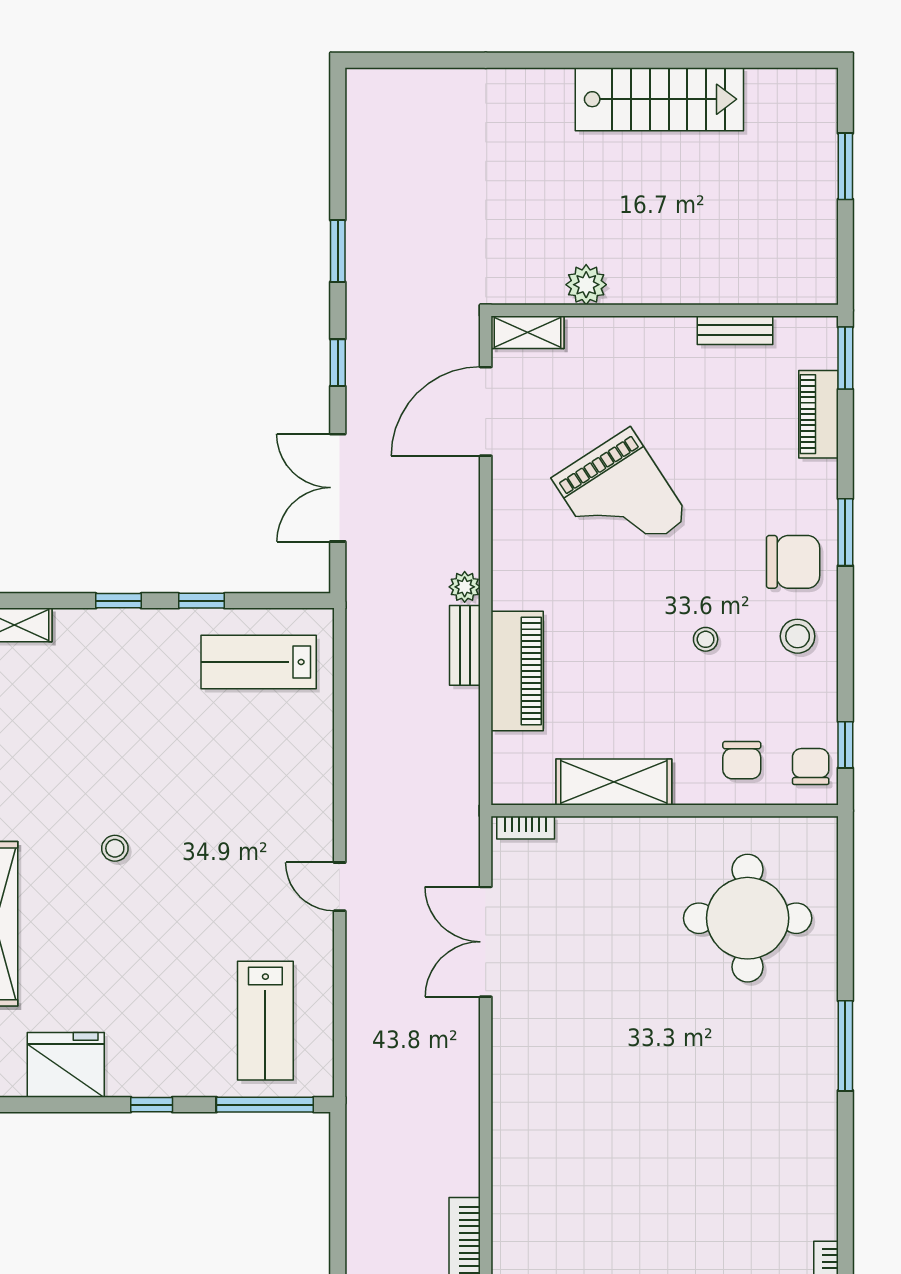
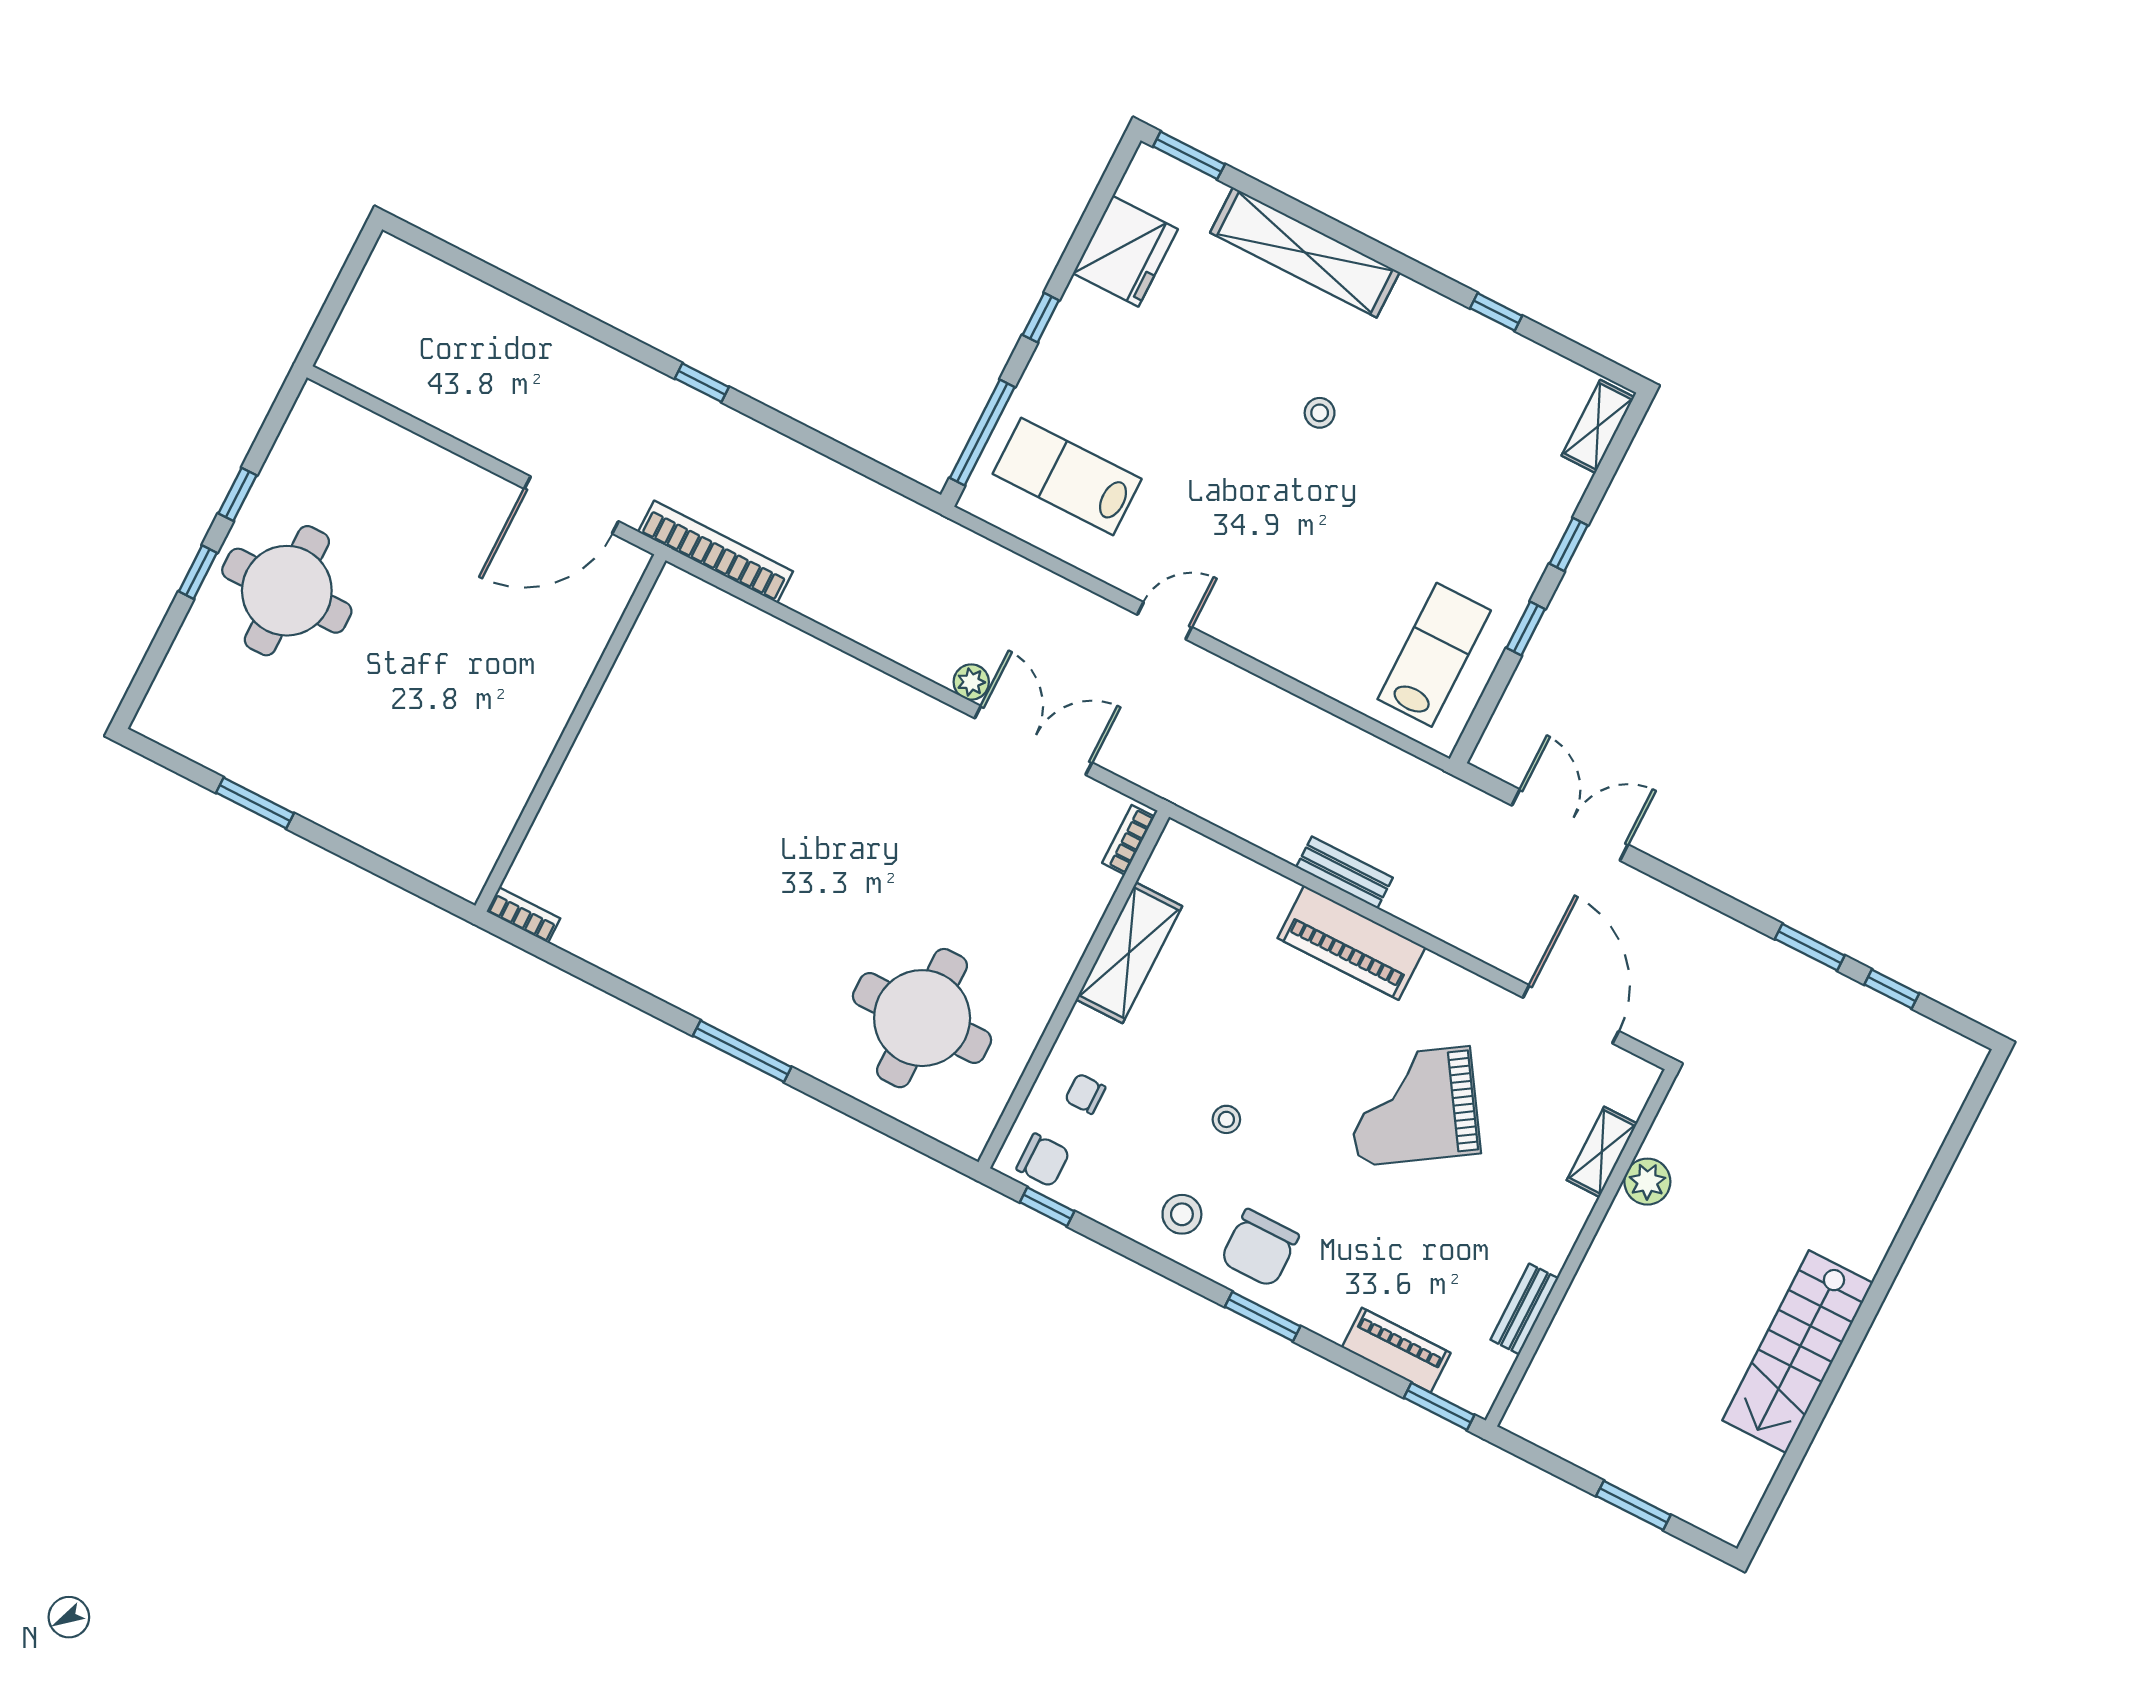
shelving: (528, 332) -> (1602, 1152), moved
window: (338, 363) -> (1892, 989), moved
plant: (465, 587) -> (971, 682), moved
piano: (517, 671) -> (1351, 943), moved
chair: (742, 760) -> (1085, 1094), width x0.73, depth x0.73

